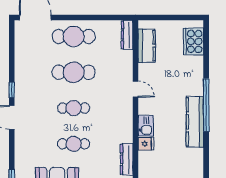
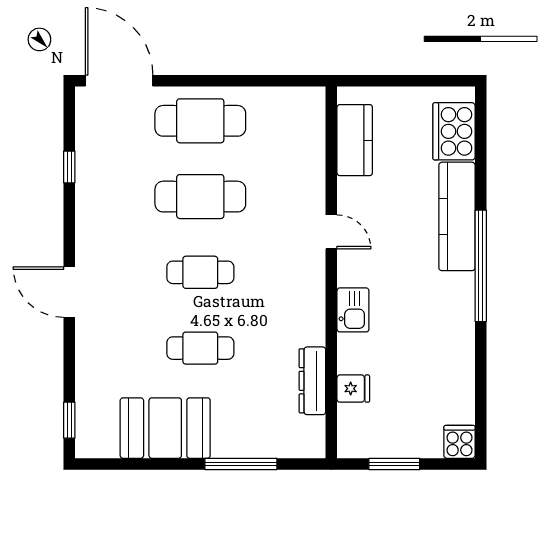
dresser: (127, 35) -> (313, 118), removed
window: (12, 90) -> (69, 167), moved
kitchen counter: (195, 122) -> (457, 216), moved
fridge: (146, 144) -> (353, 389), moved

